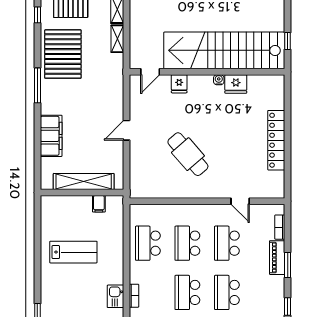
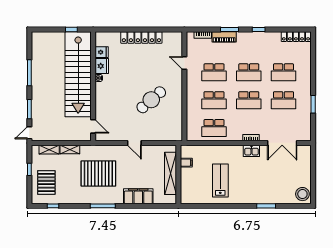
pallet: (63, 54) -> (98, 174), moved
fridge: (179, 84) -> (102, 52), moved
door: (240, 201) -> (184, 63), swing flipped

